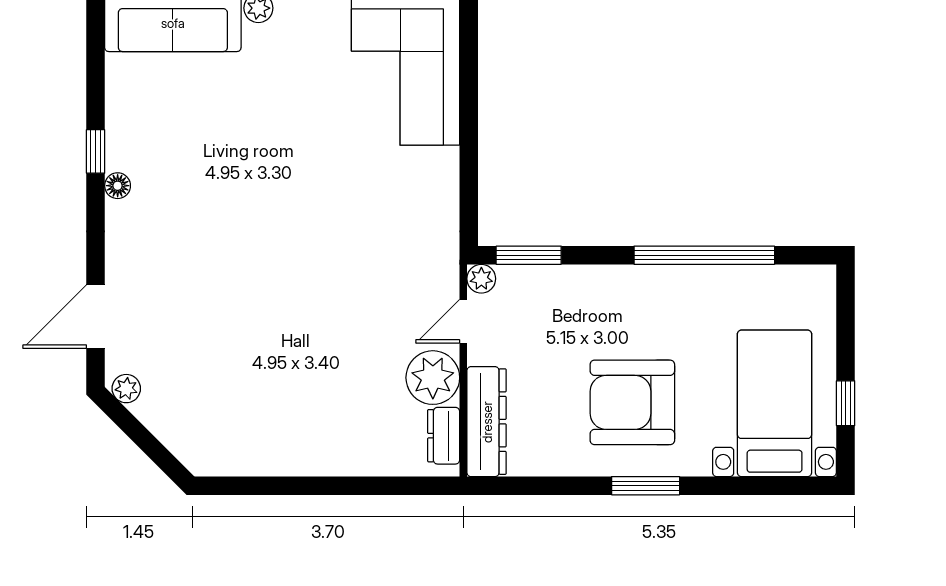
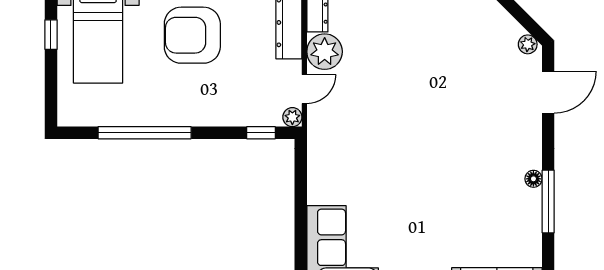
window: (96, 151) -> (548, 202), width x2.17
window: (529, 255) -> (261, 133), width x0.67
armchair: (632, 402) -> (192, 35), turned 180

